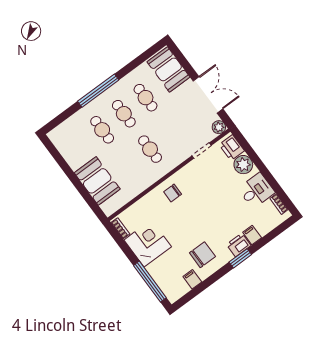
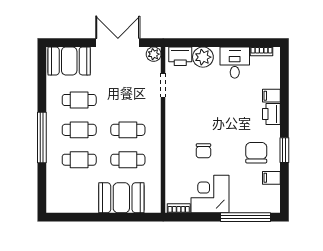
cafe table: (128, 165) -> (128, 160), added
chair: (173, 193) -> (203, 151), moved
window: (240, 258) -> (284, 150), moved

